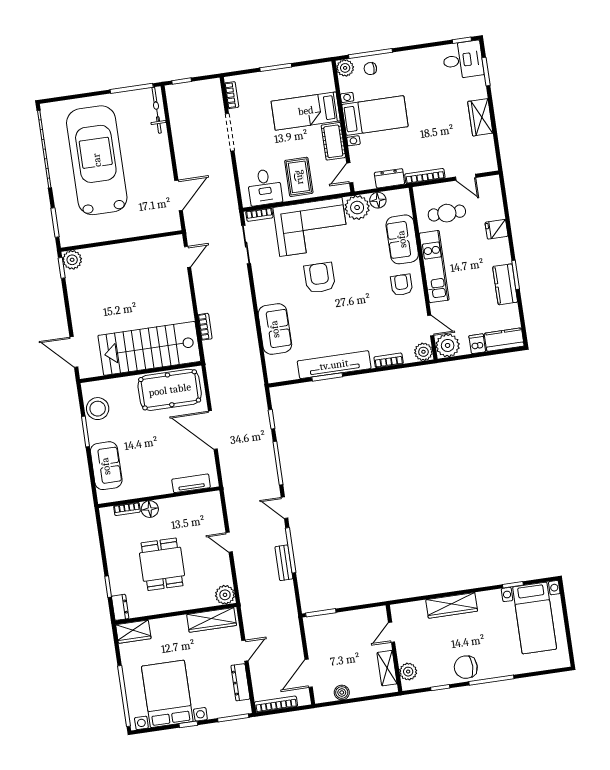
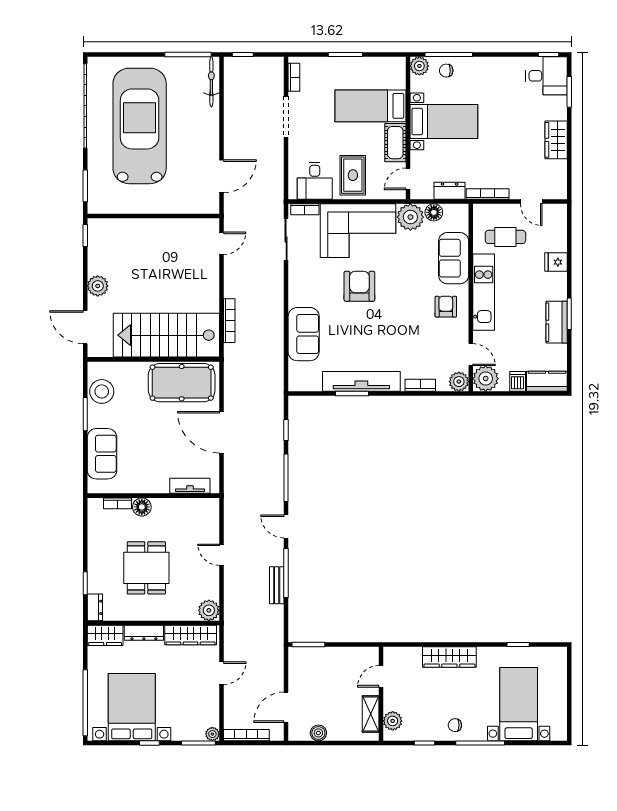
plant: (72, 260) -> (98, 286), moved
bookcase: (205, 327) -> (229, 321), width x1.56
bed with nightstands: (535, 618) -> (519, 704), moved, turned 180
chair: (466, 667) -> (455, 725), width x0.54, depth x0.54
dresser: (240, 682) -> (144, 633), moved, turned -90
plant: (245, 708) -> (212, 734), added

